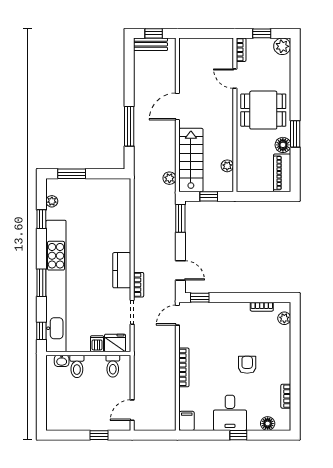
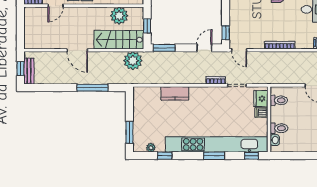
plant: (227, 166) -> (119, 16), width x1.87, depth x1.87
plant: (169, 178) -> (133, 61), width x1.87, depth x1.87
kitchen counter: (122, 270) -> (175, 93), moved

